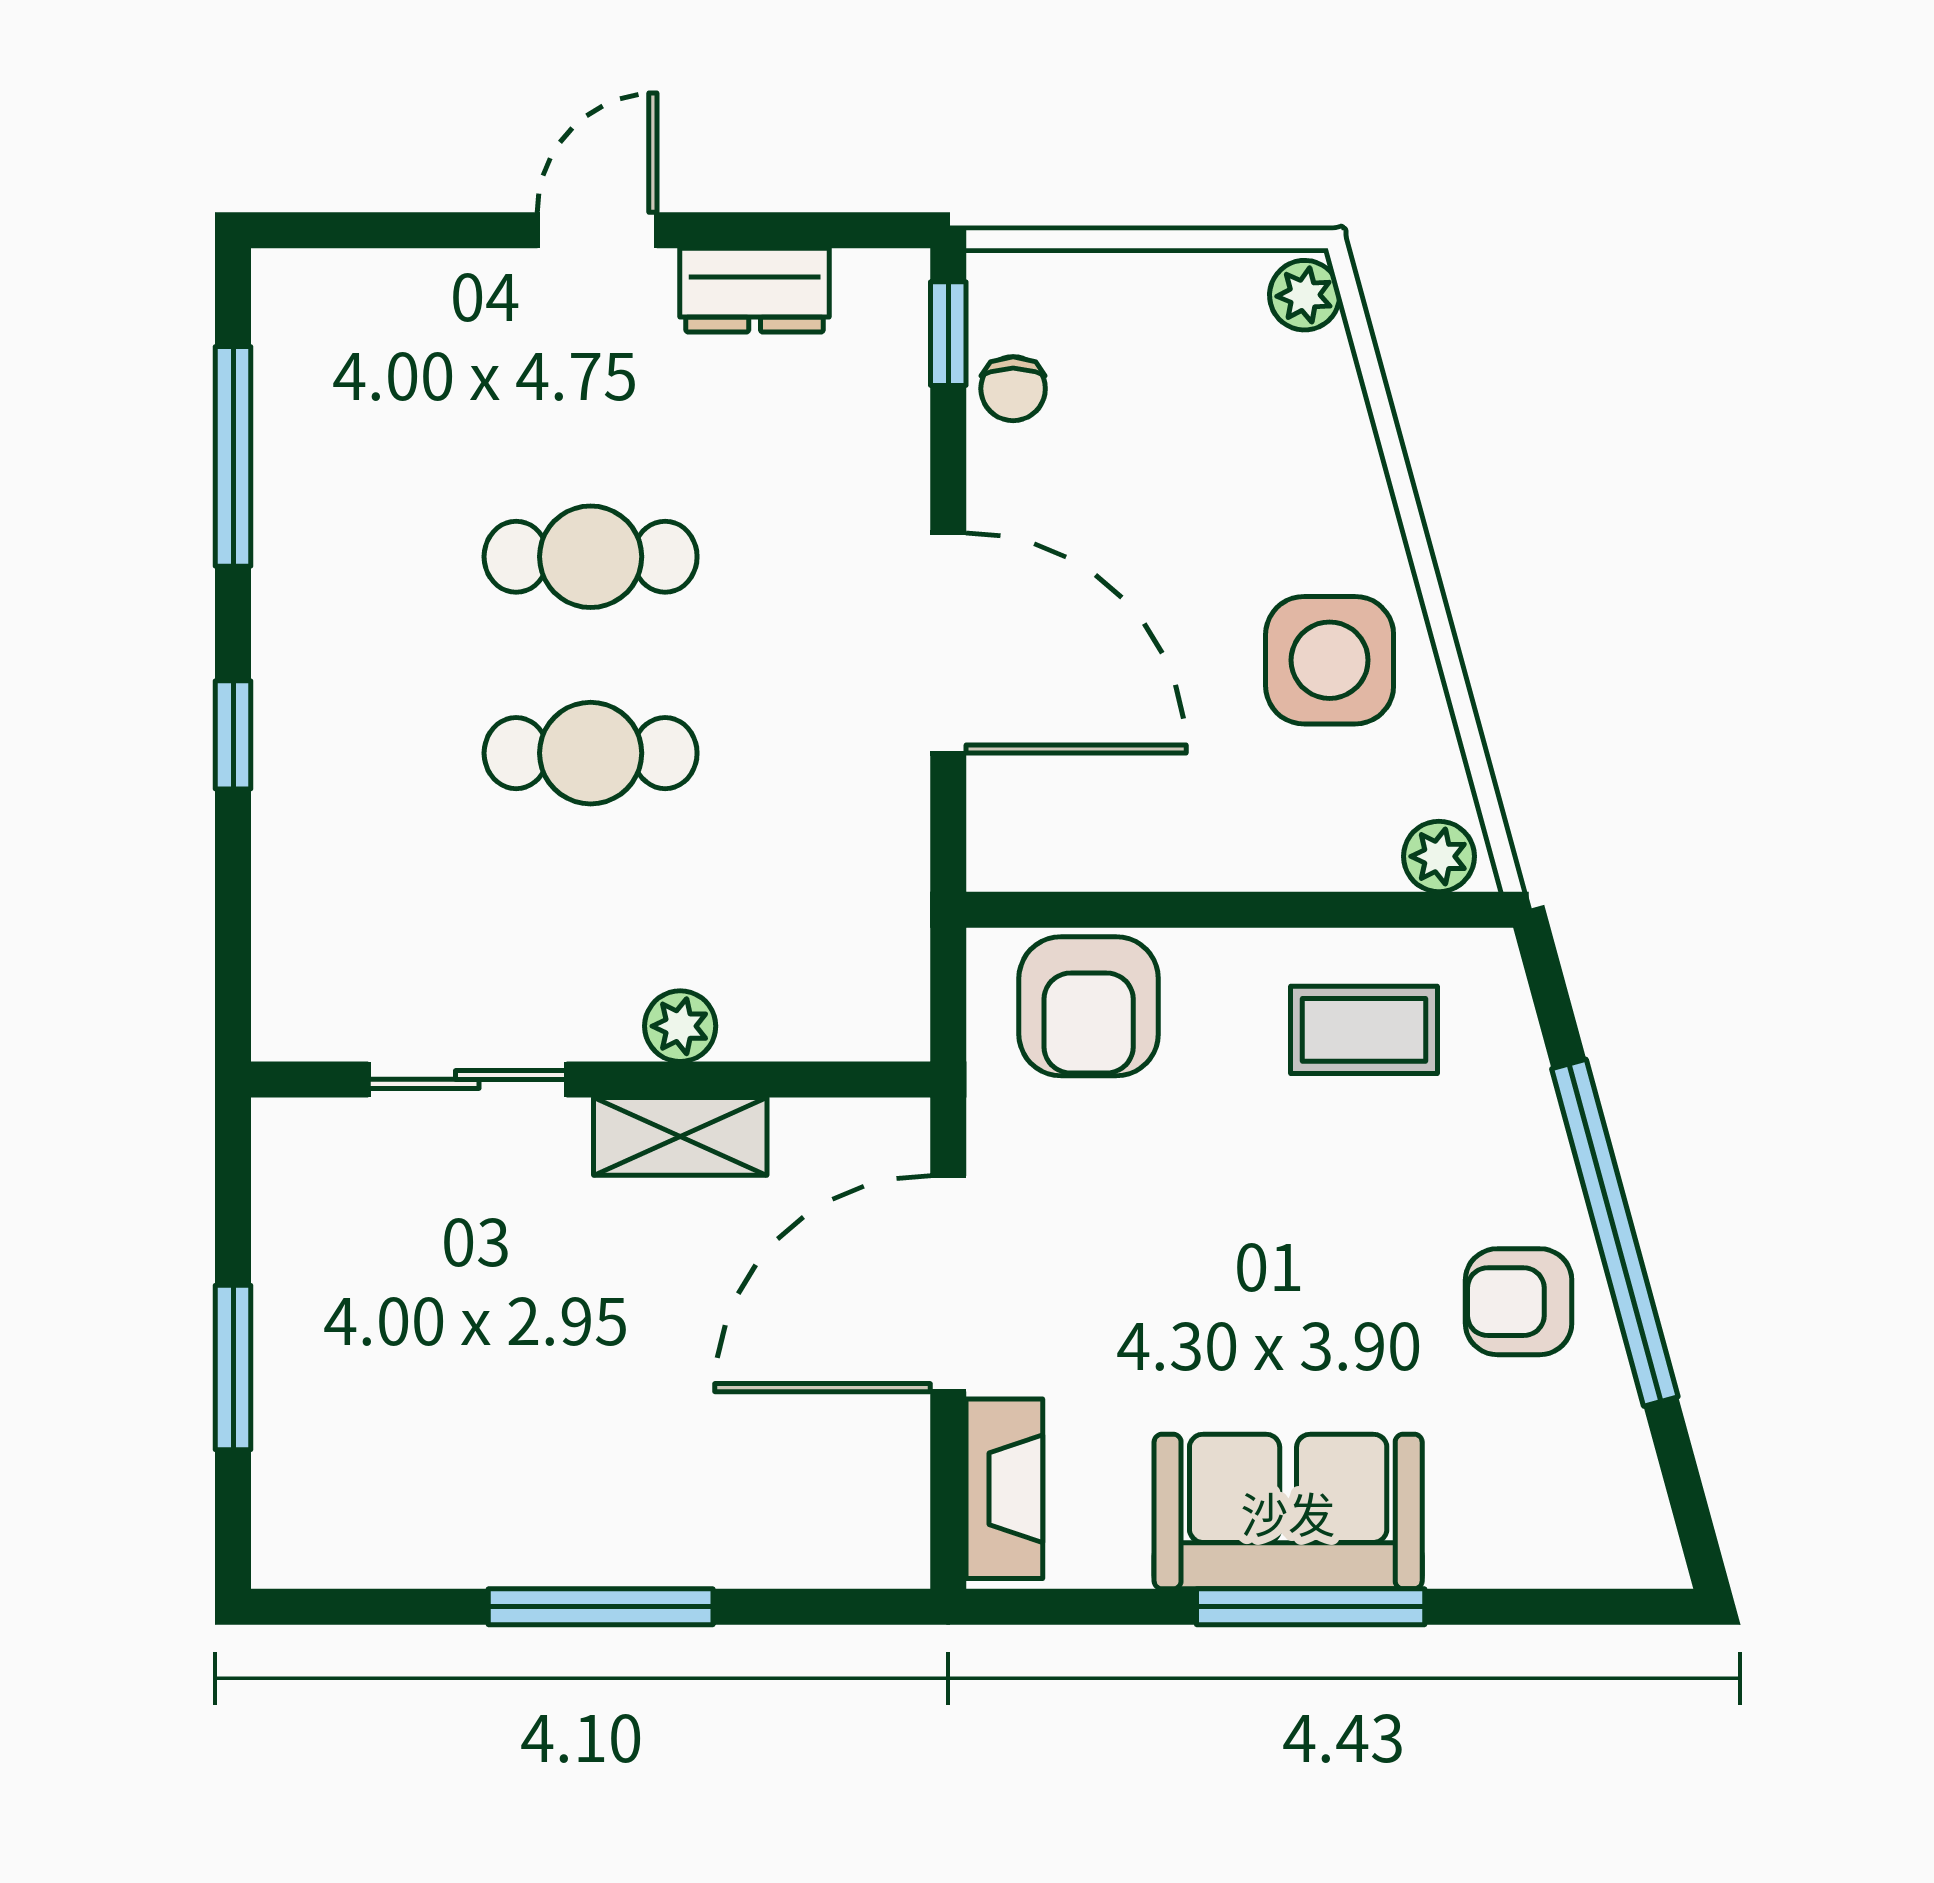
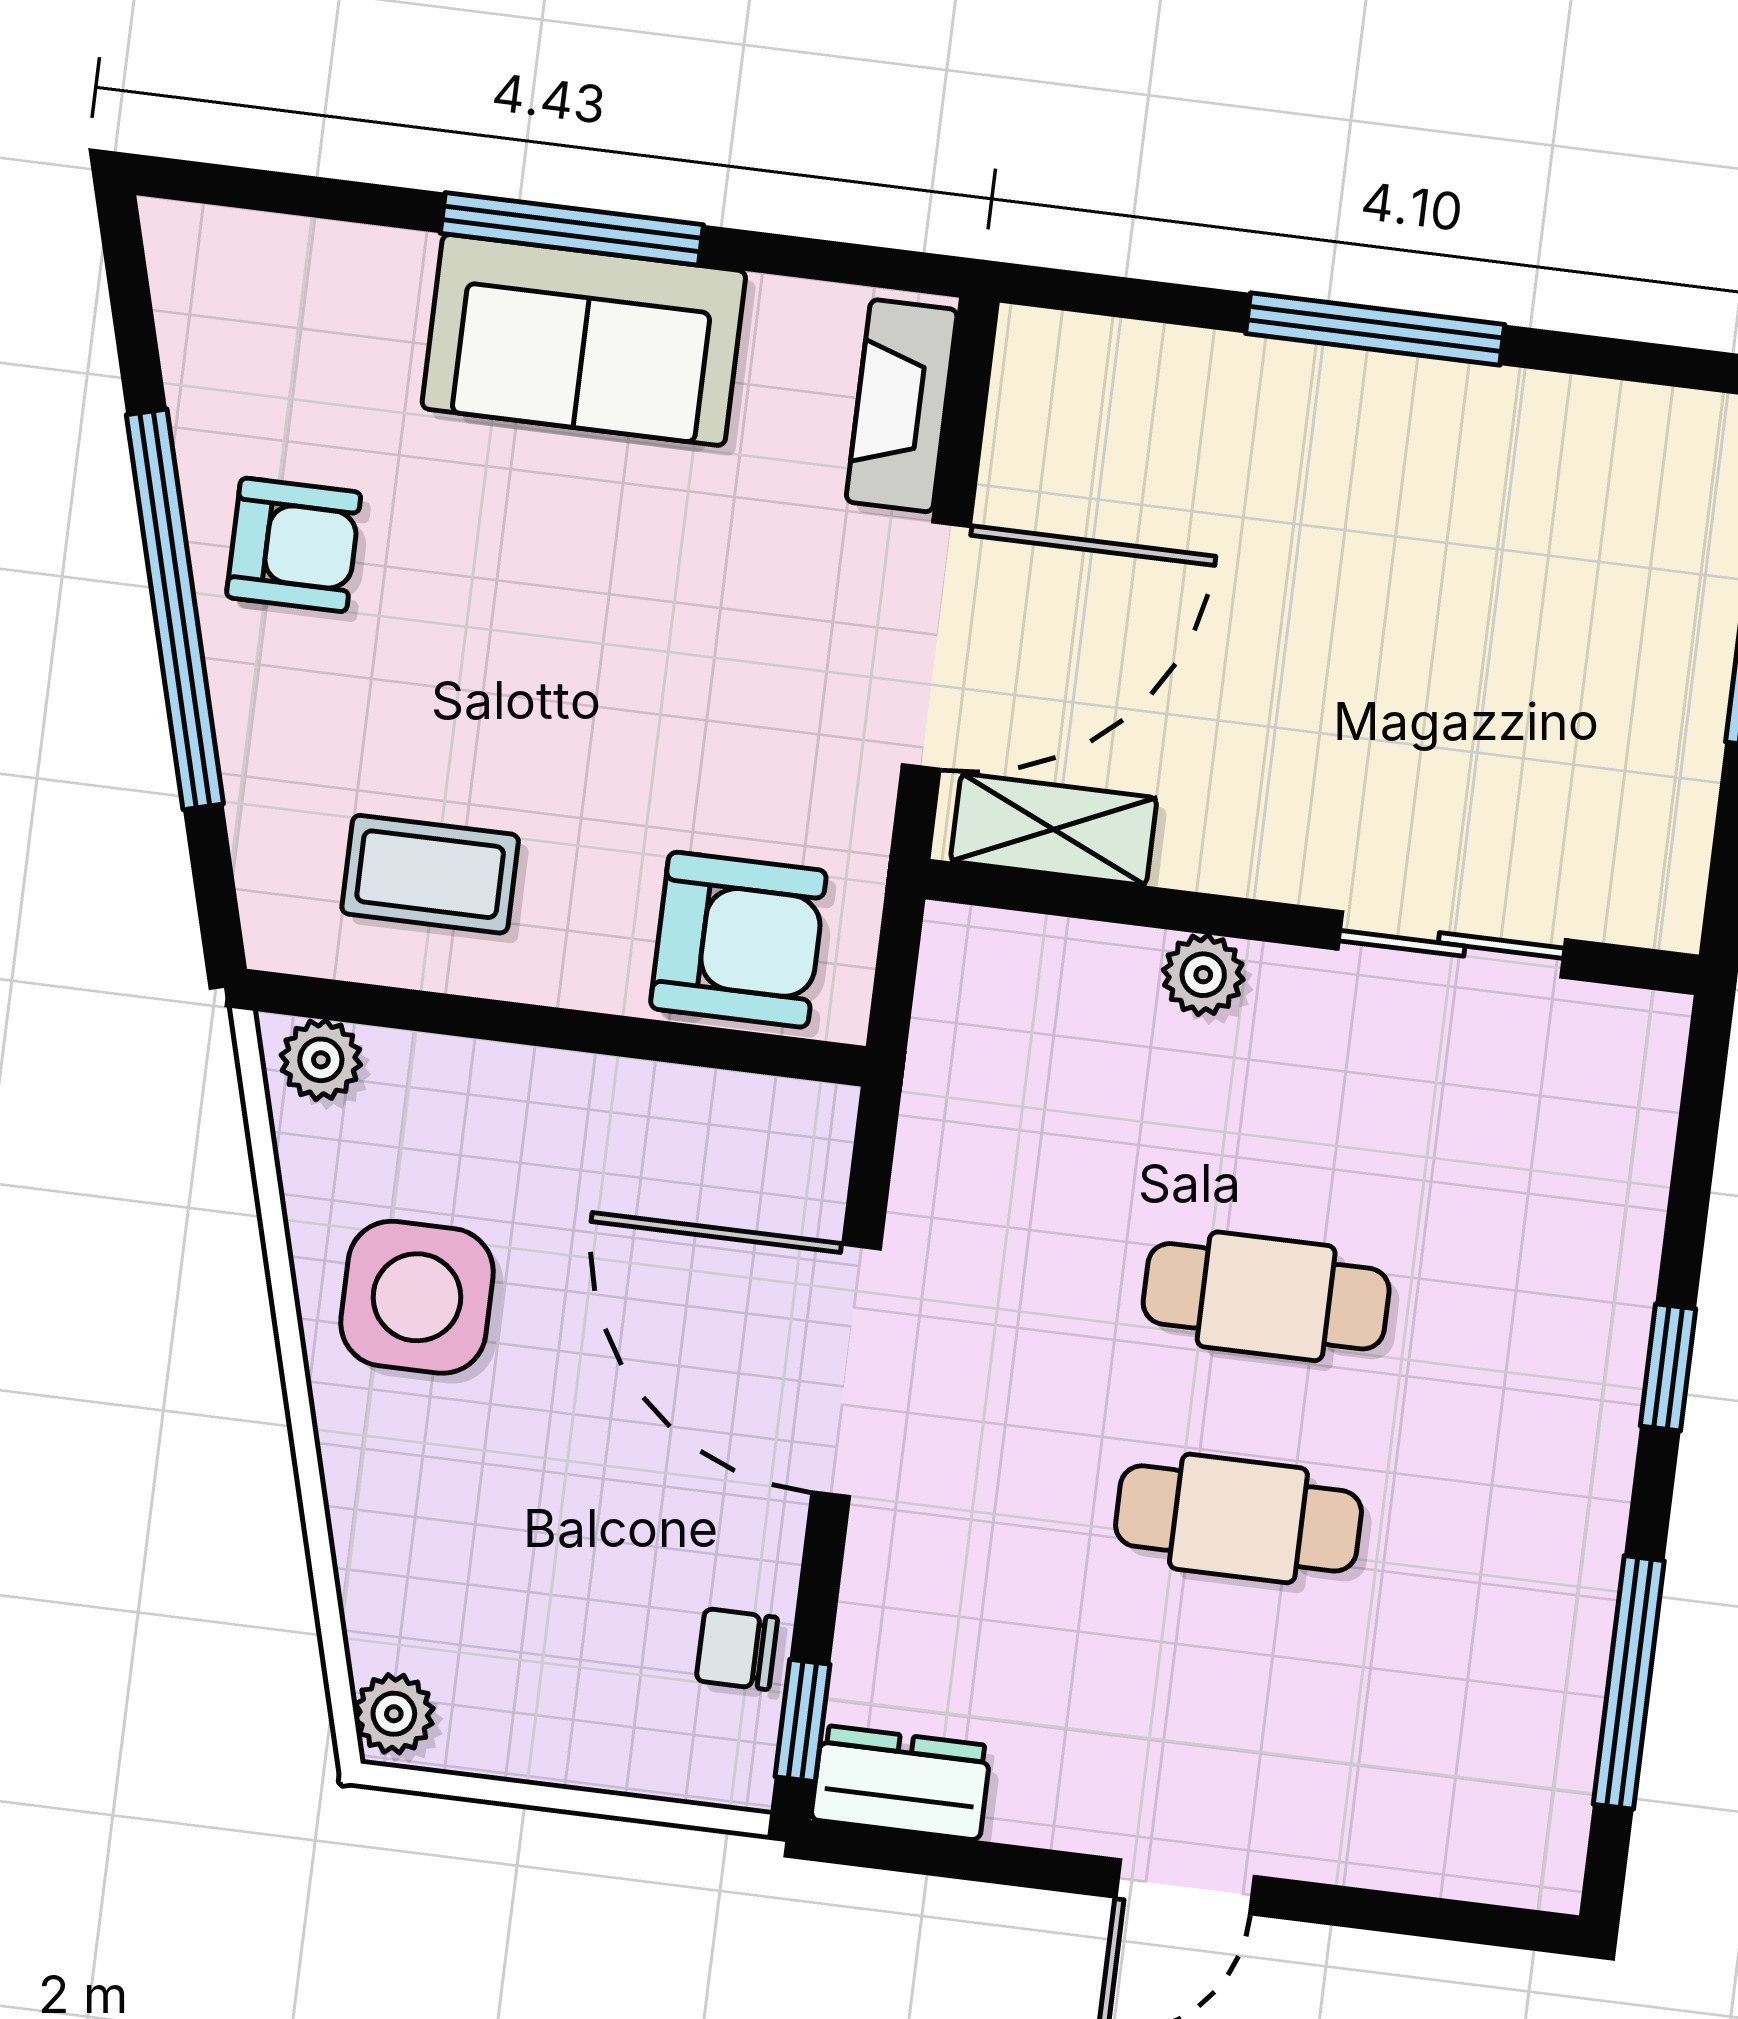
dresser: (755, 290) -> (901, 1783), moved
chair: (1013, 389) -> (737, 1649), turned -90
armchair: (1089, 1006) -> (738, 940), turned 90
shelving: (680, 1136) -> (1054, 830), moved

